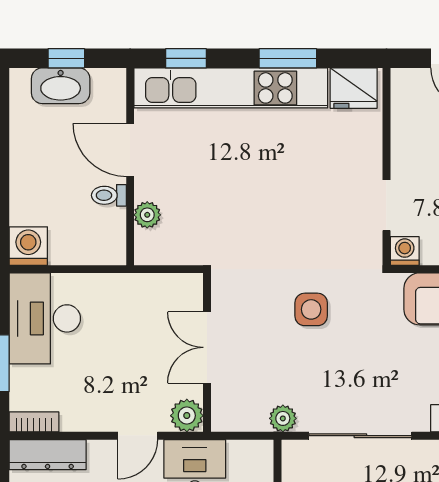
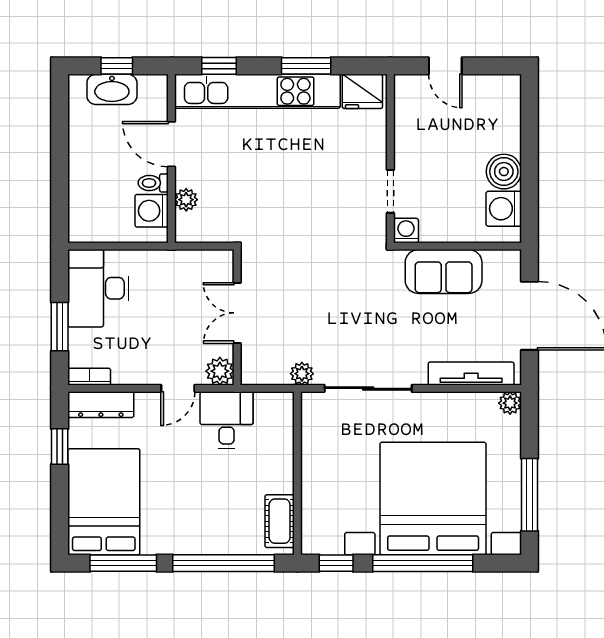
washing machine: (28, 246) -> (152, 211), moved, turned -90
side table: (311, 309) -> (326, 281), removed

